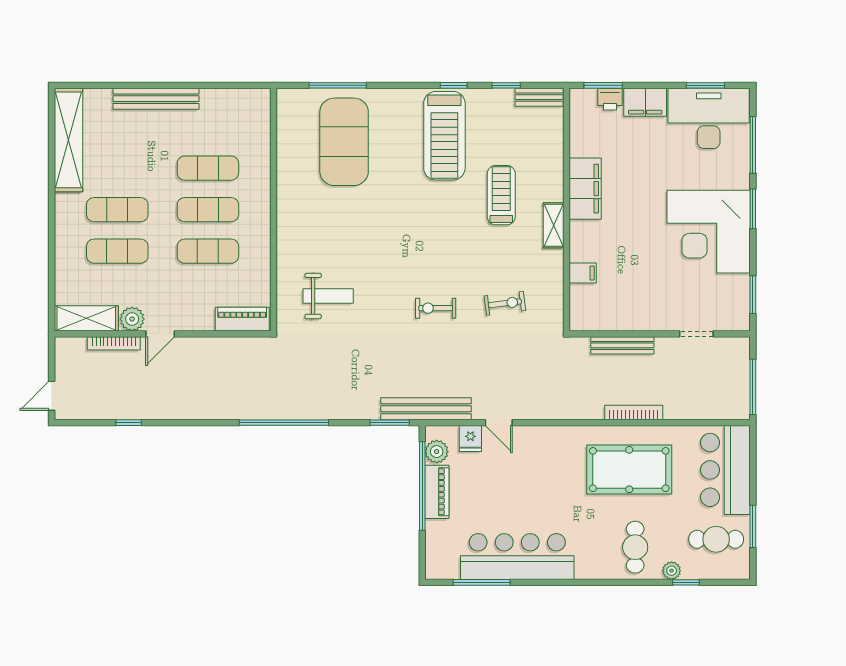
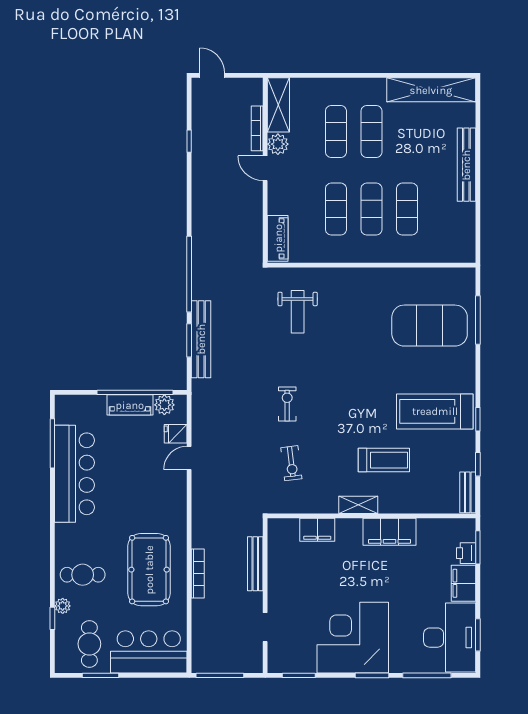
filing cabinet: (583, 273) -> (317, 530), width x2.00
bench: (426, 409) -> (201, 339), moved
window: (390, 423) -> (189, 340), moved

